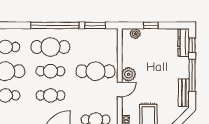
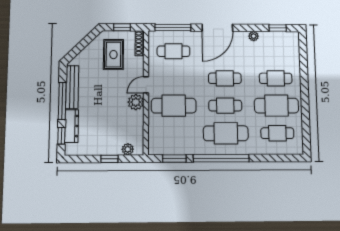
dresser: (184, 43) -> (72, 126), moved
bench: (184, 93) -> (72, 87), width x1.36

